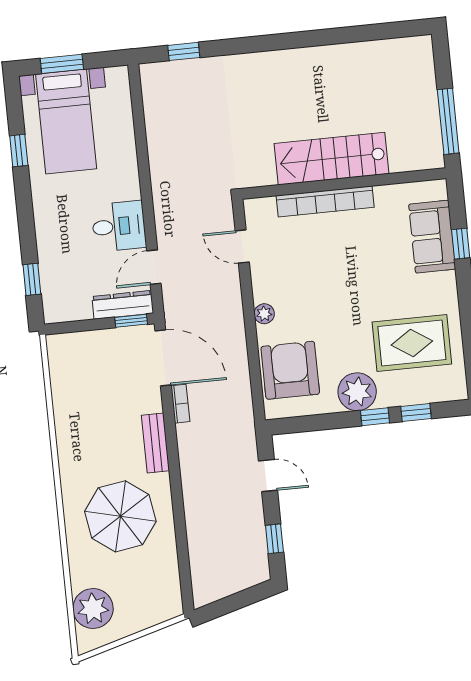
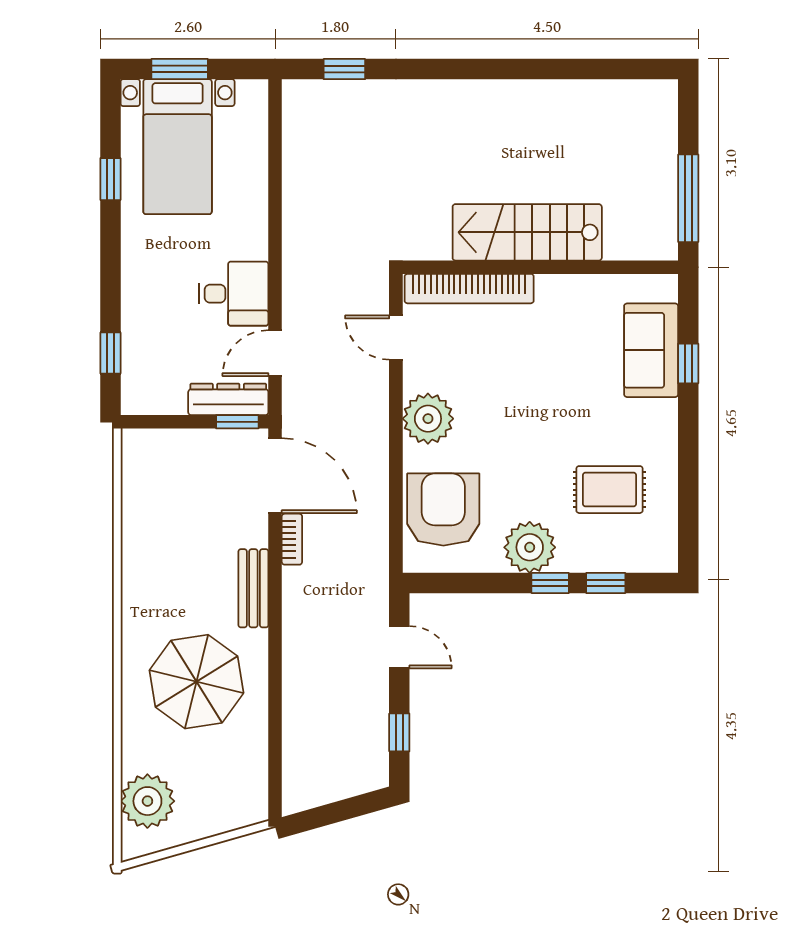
bookcase: (325, 201) -> (469, 289), moved
plant: (264, 314) -> (428, 419), width x1.88, depth x1.88
rug: (412, 343) -> (610, 490), width x0.73, depth x0.70

